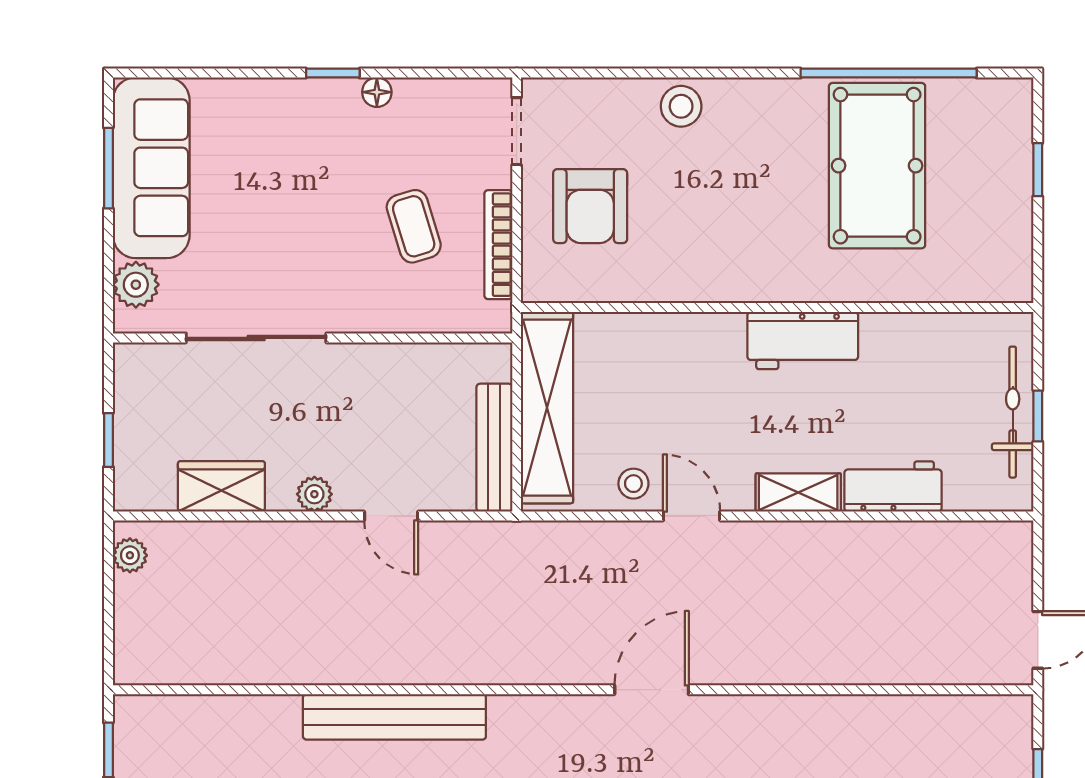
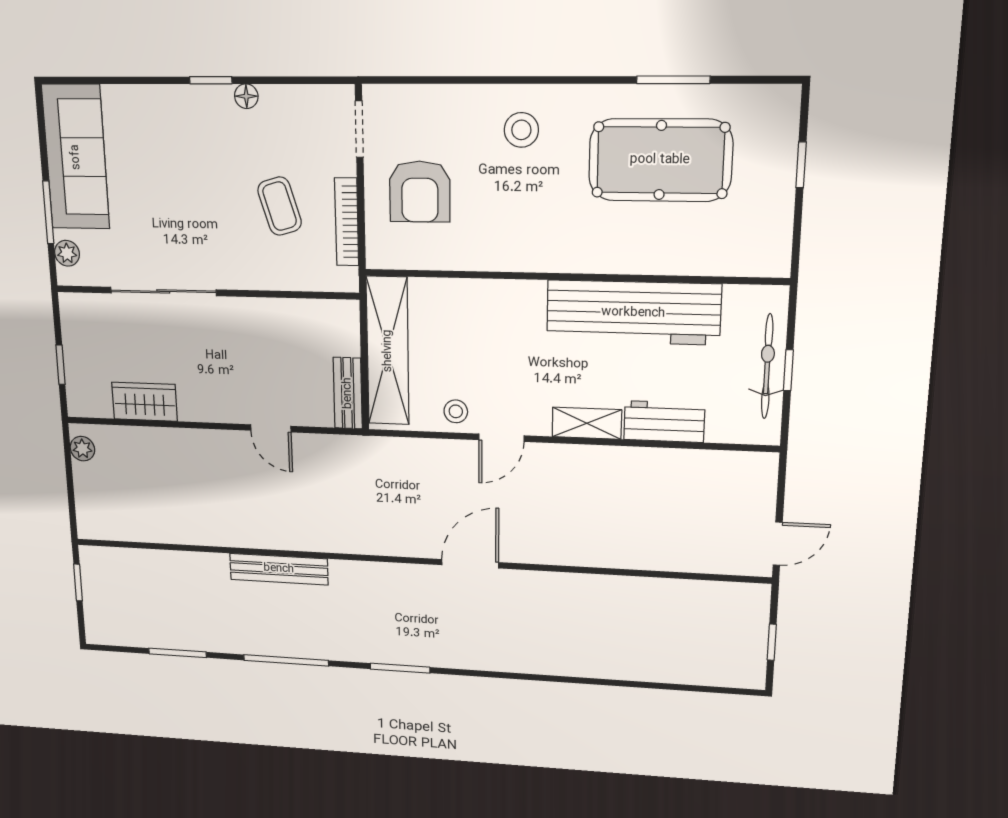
window: (889, 73) -> (673, 80), width x0.47
stool: (681, 106) -> (521, 130), moved
pool table: (877, 166) -> (660, 160), turned 90
window: (108, 168) -> (48, 212), moved
plant: (136, 285) -> (67, 253), width x0.73, depth x0.73
workbench: (803, 341) -> (633, 313), width x1.88, depth x1.32
bench: (494, 448) -> (348, 393), width x0.73
plant: (314, 494) -> (213, 410), removed
door: (692, 516) -> (501, 438), swing flipped
bench: (394, 717) -> (279, 569), width x0.73, depth x0.82

